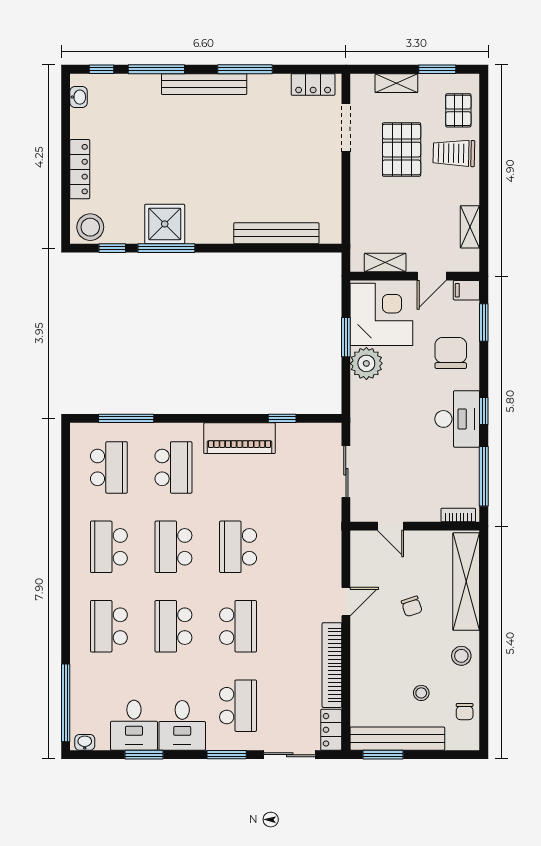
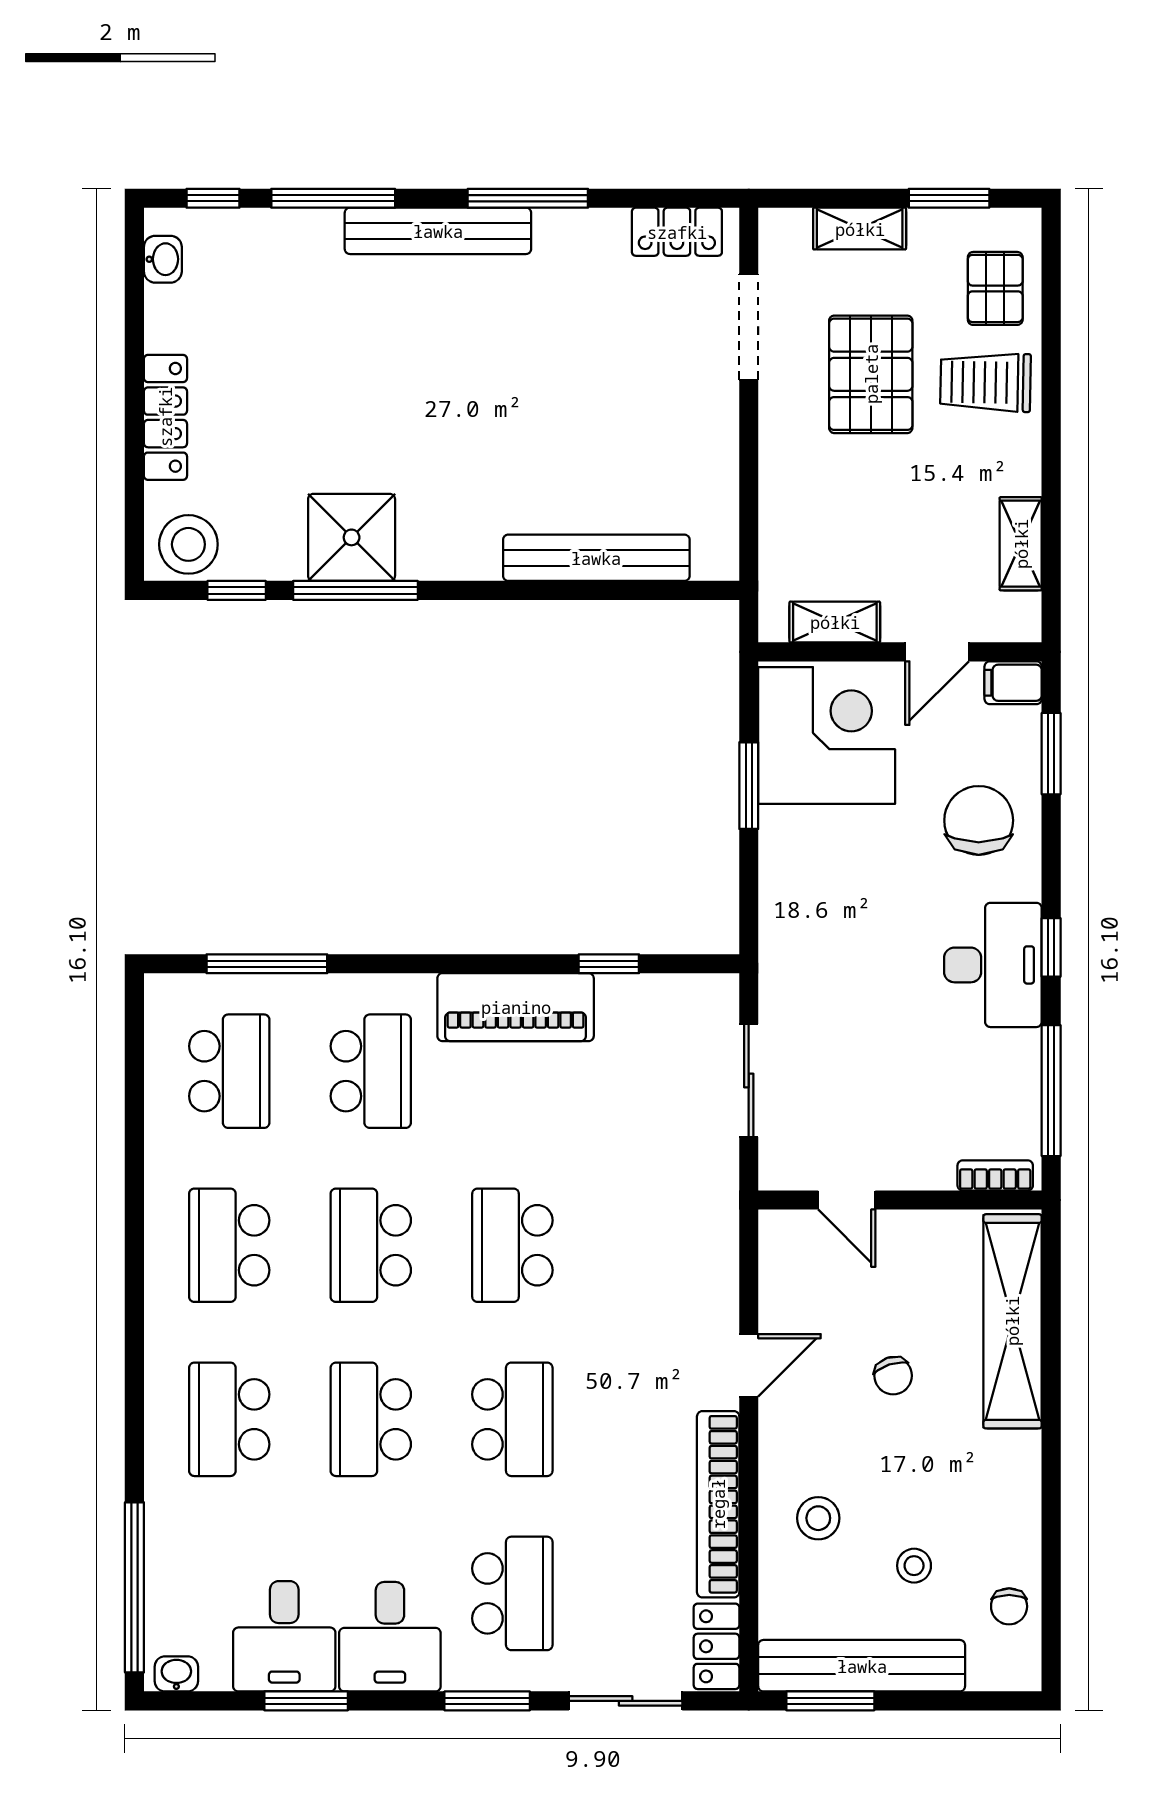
plant: (366, 363) -> (794, 843), removed
stool: (461, 656) -> (818, 1518), moved

